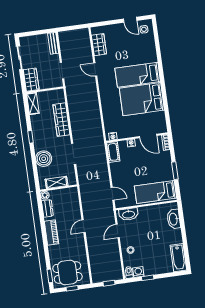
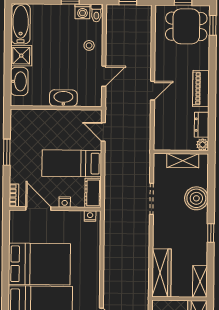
wardrobe: (61, 120) -> (162, 273), moved
bed: (156, 192) -> (72, 163), moved, turned 180
washbasin: (129, 214) -> (63, 98), moved
shower: (175, 236) -> (21, 56), added

